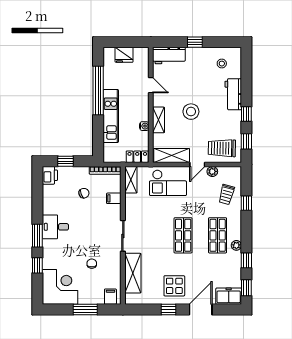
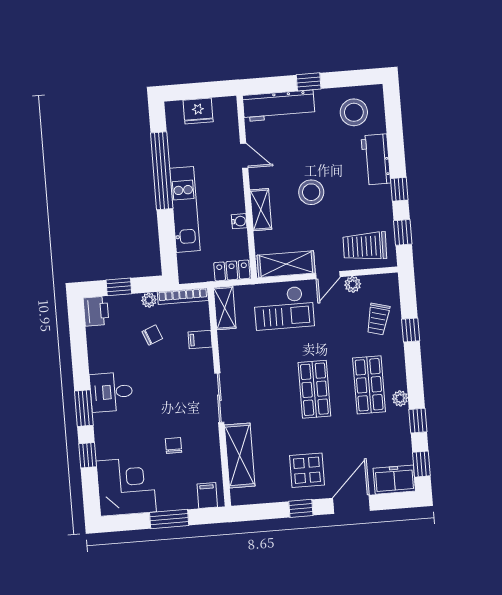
workbench: (169, 56) -> (279, 106), width x1.38
stool: (222, 64) -> (354, 112), width x1.89, depth x1.89
plant: (84, 171) -> (149, 300), added

